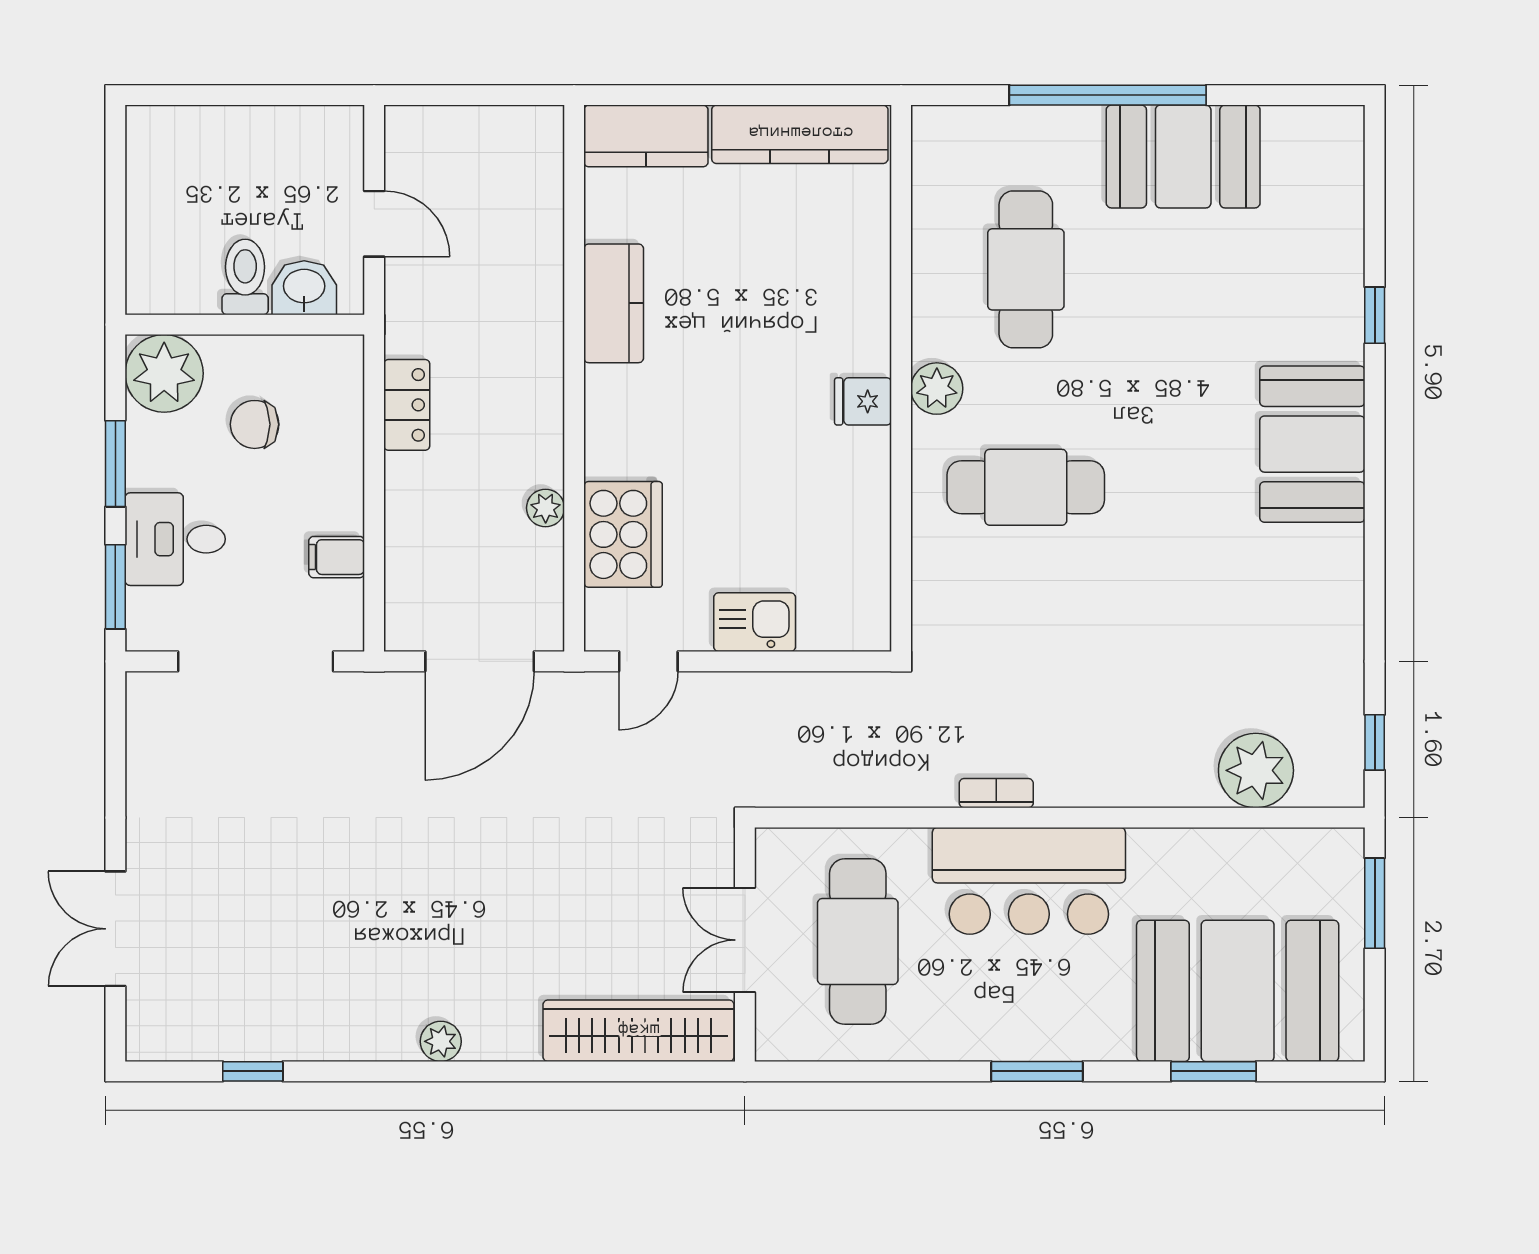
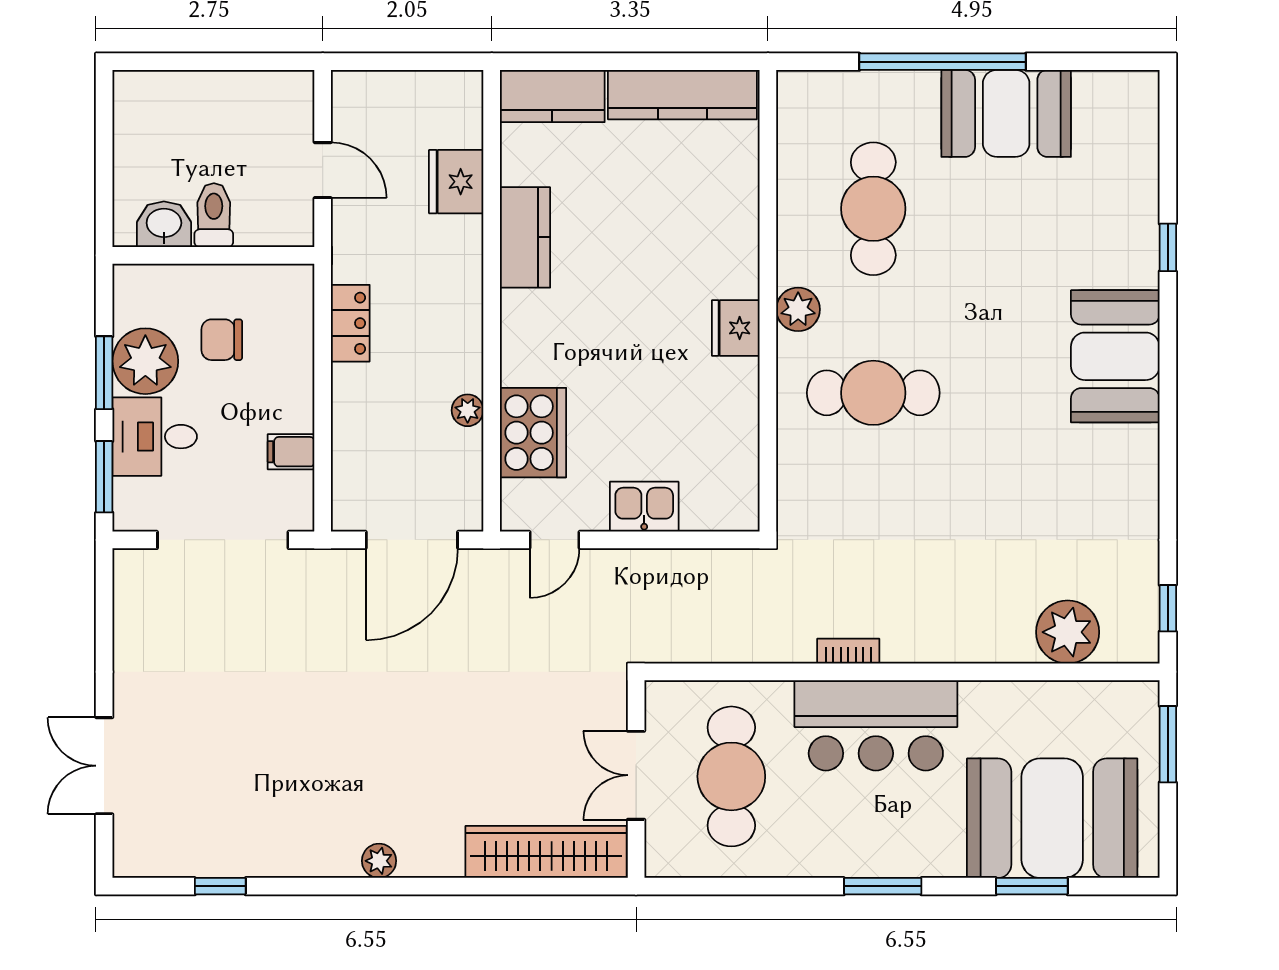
fridge: (532, 237) -> (456, 182), added
washbasin: (304, 288) -> (164, 224), moved
plant: (164, 373) -> (145, 361), moved
fridge: (863, 401) -> (736, 328), width x1.38

